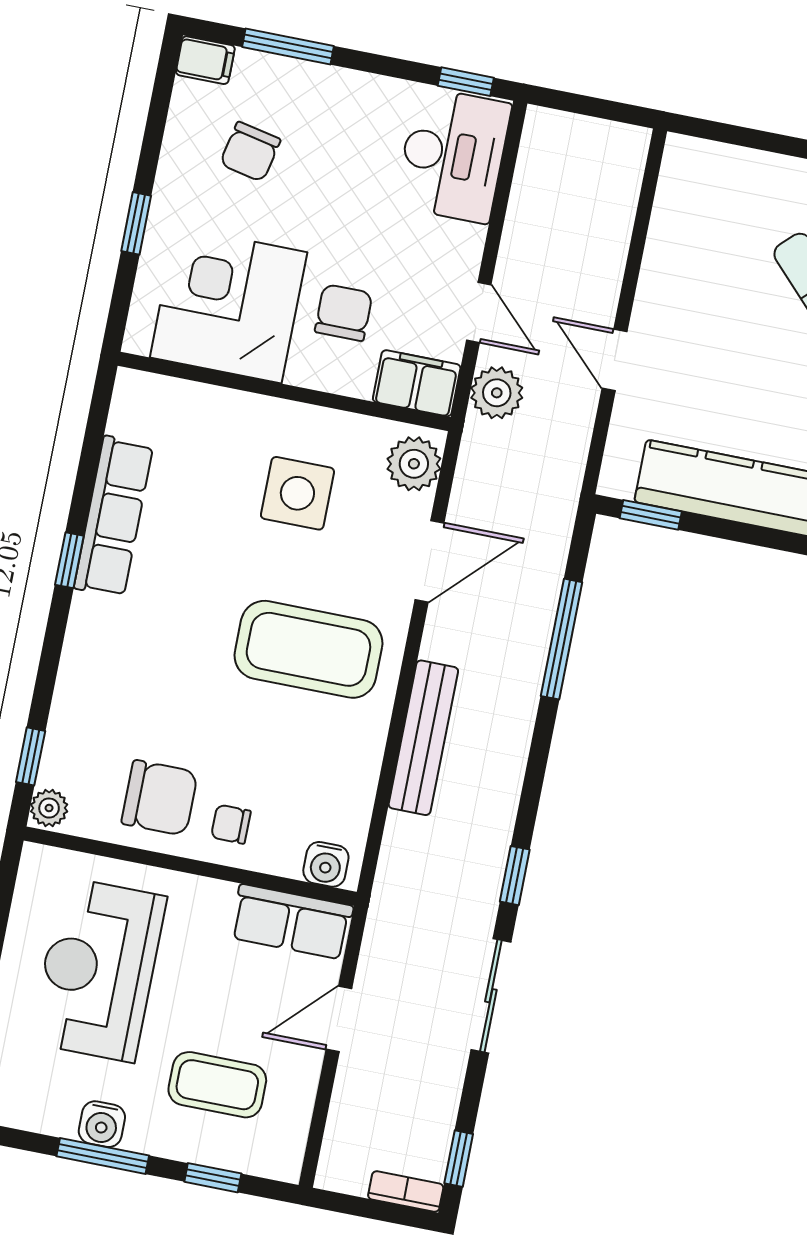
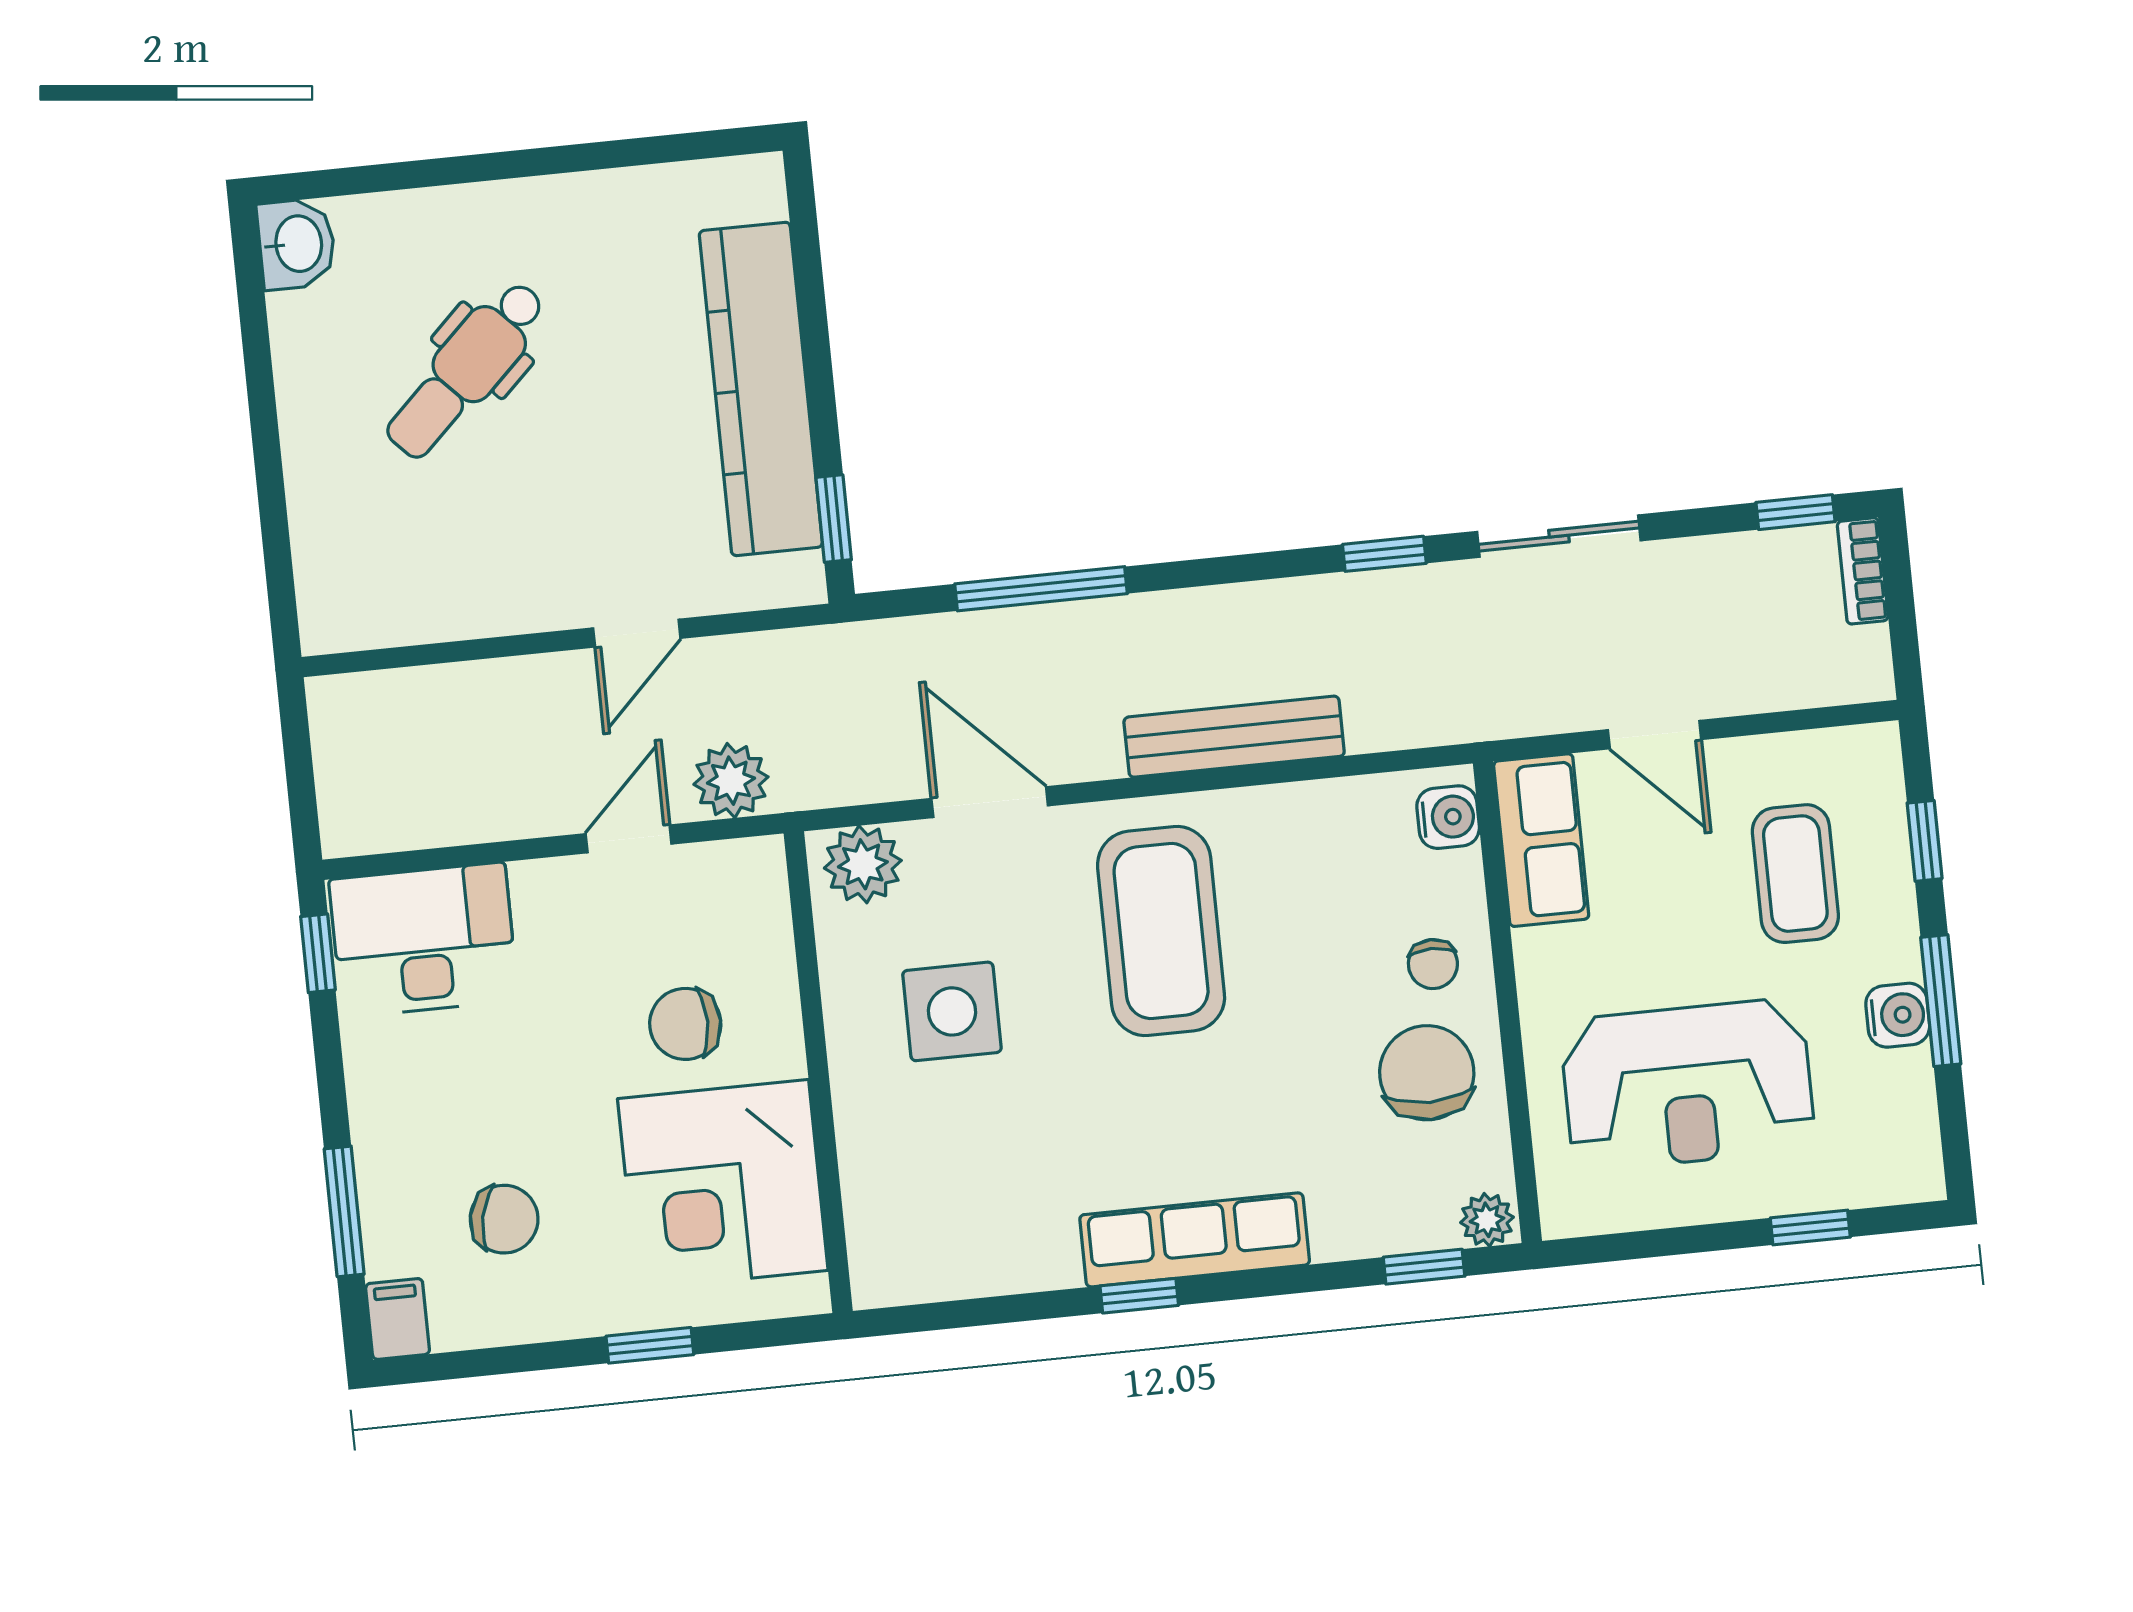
filing cabinet: (417, 383) -> (751, 894), removed
row of seats: (114, 517) -> (1195, 1240), moved

